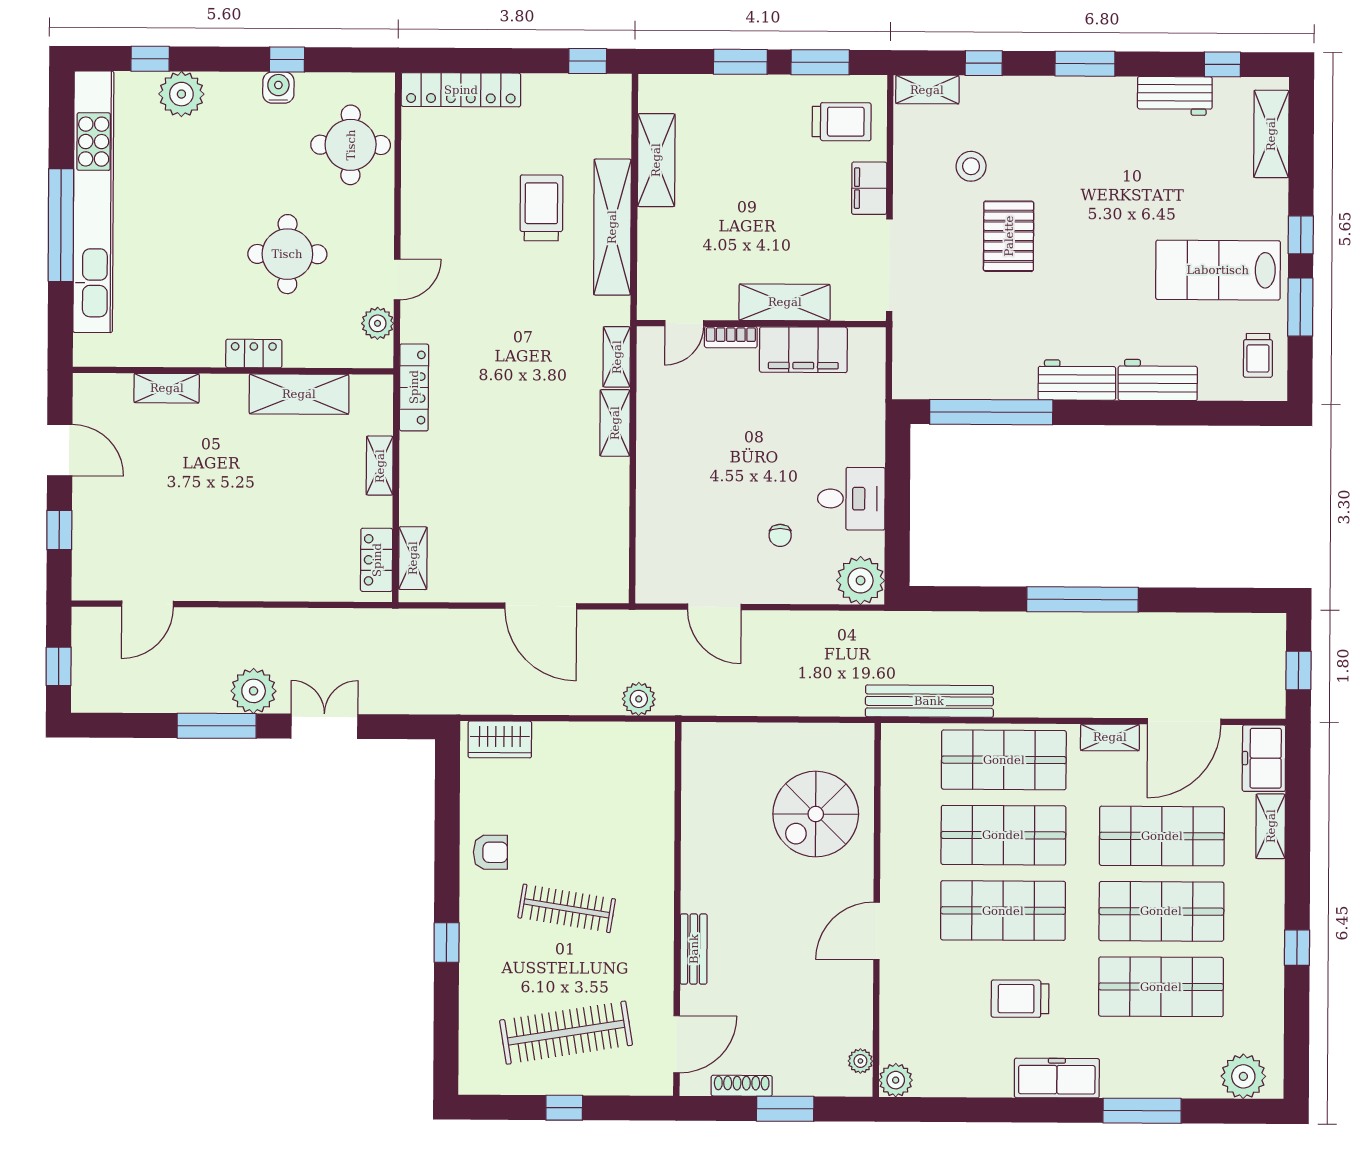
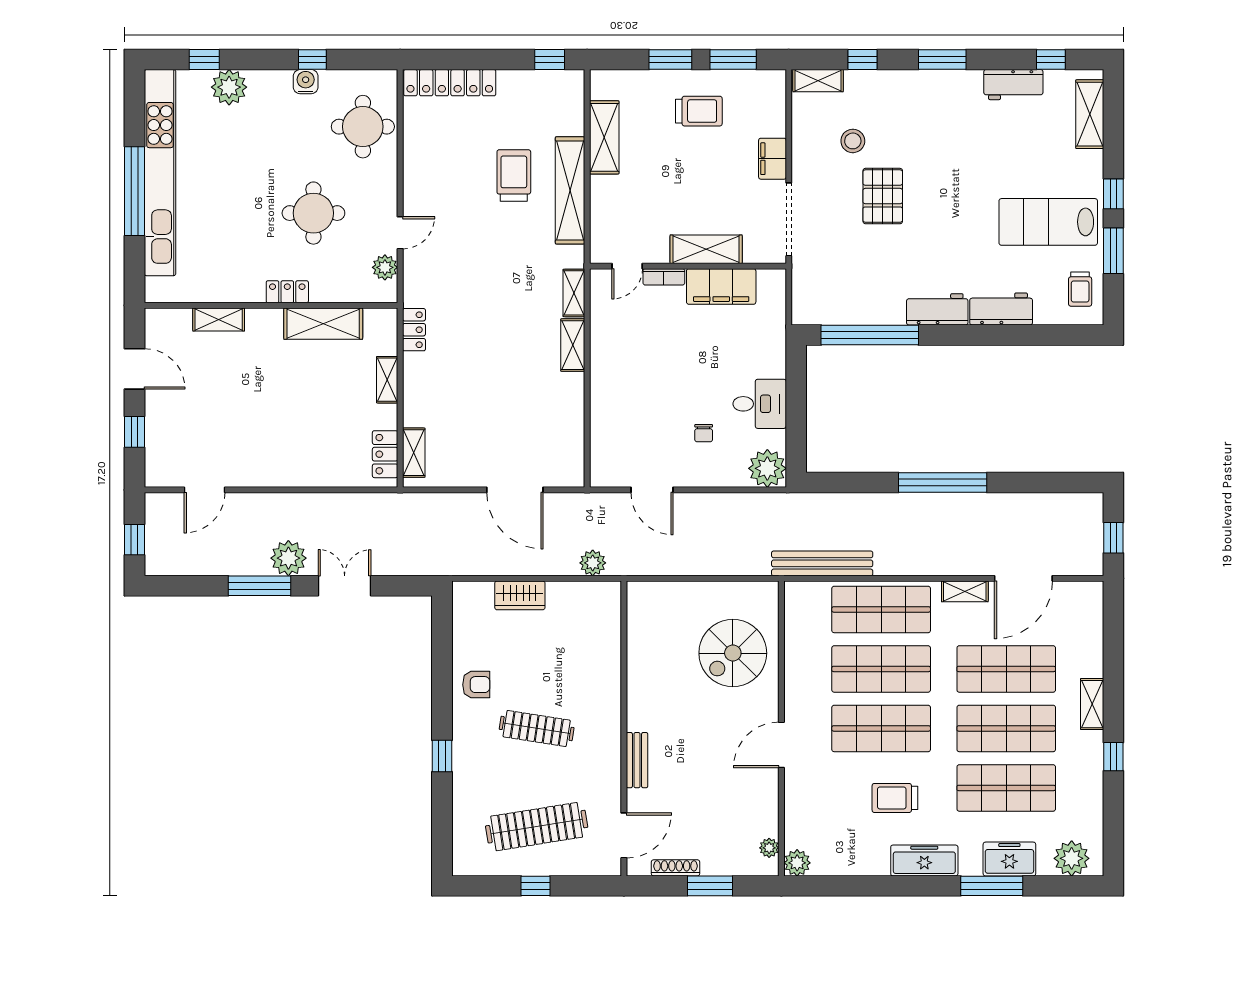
trolley: (842, 122) -> (699, 111), moved
locker: (414, 387) -> (414, 330), width x0.66
wardrobe: (500, 739) -> (520, 595), moved
freezer: (1264, 758) -> (1009, 859), moved, turned 90
shelving: (1271, 826) -> (1092, 704), moved

